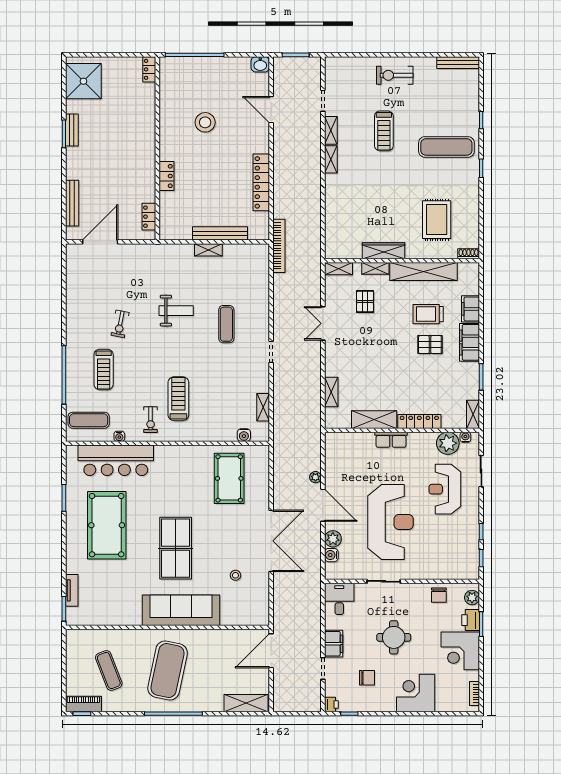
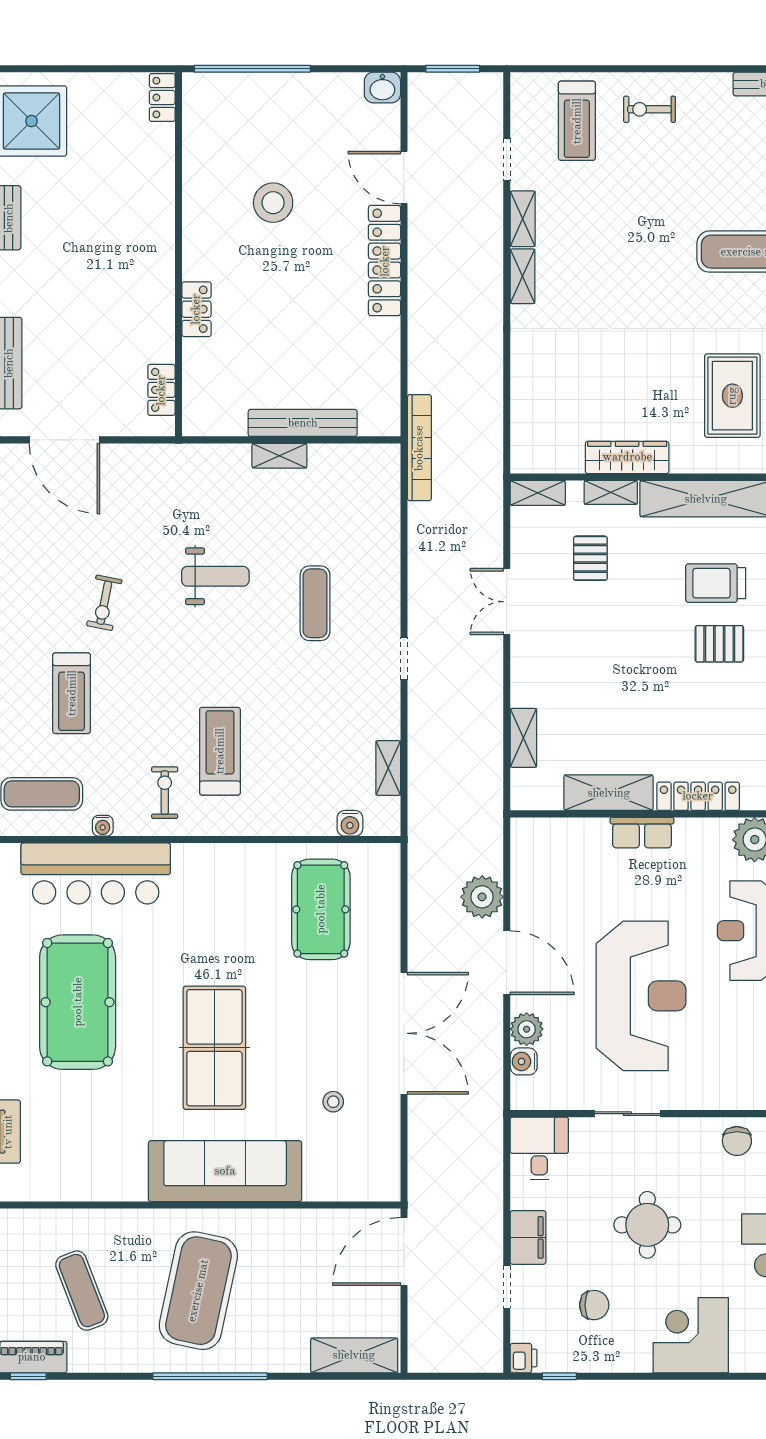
exercise bike: (395, 75) -> (649, 109), width x0.73, depth x0.72
treadmill: (384, 131) -> (577, 121), moved
locker: (261, 182) -> (385, 261), moved
door: (100, 242) -> (64, 440), swing flipped
exercise bike: (151, 420) -> (165, 793), turned 180
plant: (315, 477) -> (482, 897), width x1.88, depth x1.88

